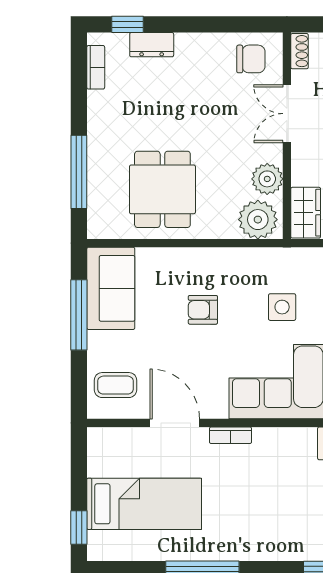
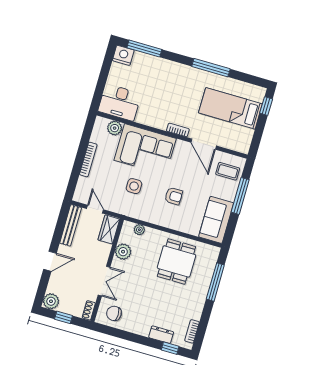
plant: (258, 220) -> (139, 230), width x0.53, depth x0.53
window: (79, 315) -> (240, 196), moved

